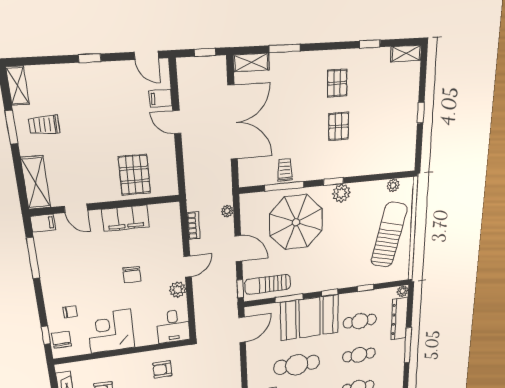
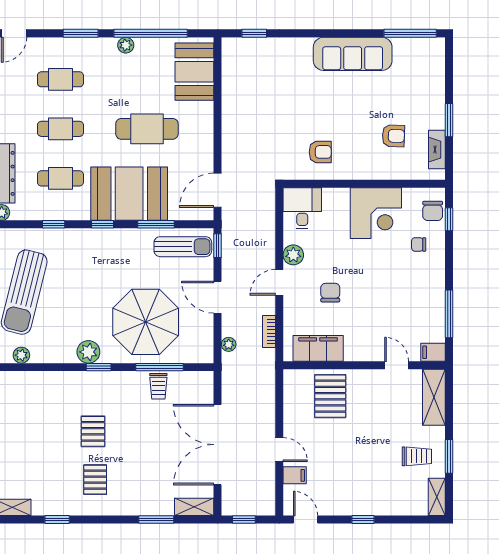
filing cabinet: (126, 218) -> (318, 348), moved
chair: (132, 275) -> (330, 293), moved

